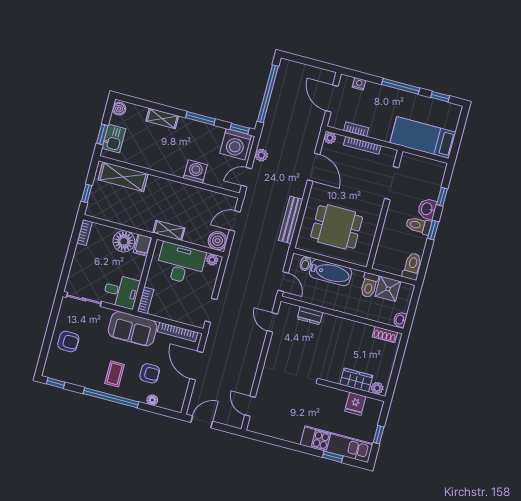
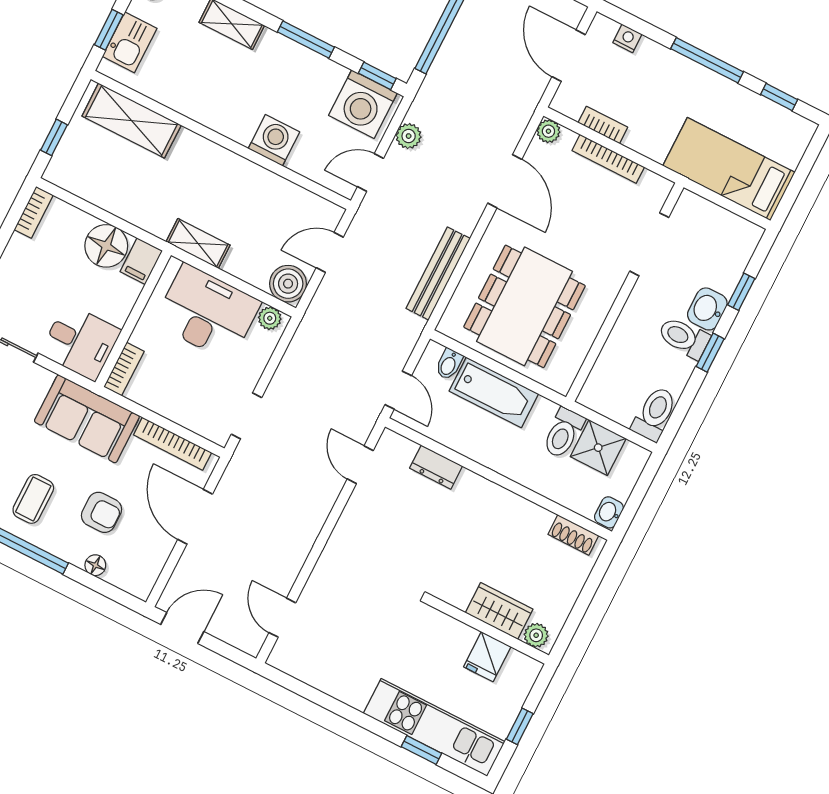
dining table: (337, 227) -> (525, 306), width x1.37

